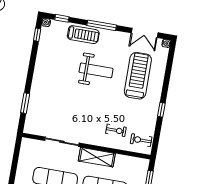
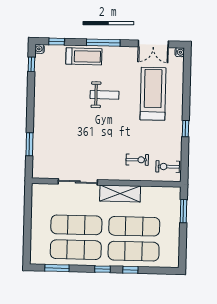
weight bench: (96, 70) -> (105, 95), width x0.73, depth x0.75

